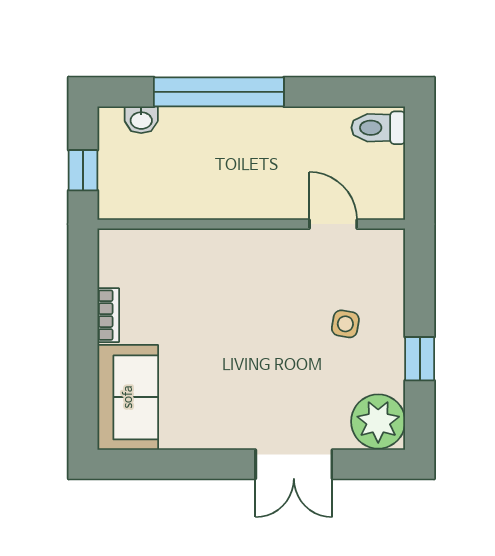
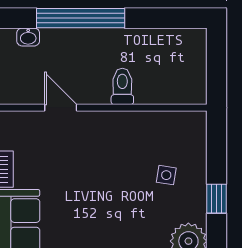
toilet: (378, 128) -> (122, 86), moved, turned 90
door: (333, 224) -> (61, 108), moved

